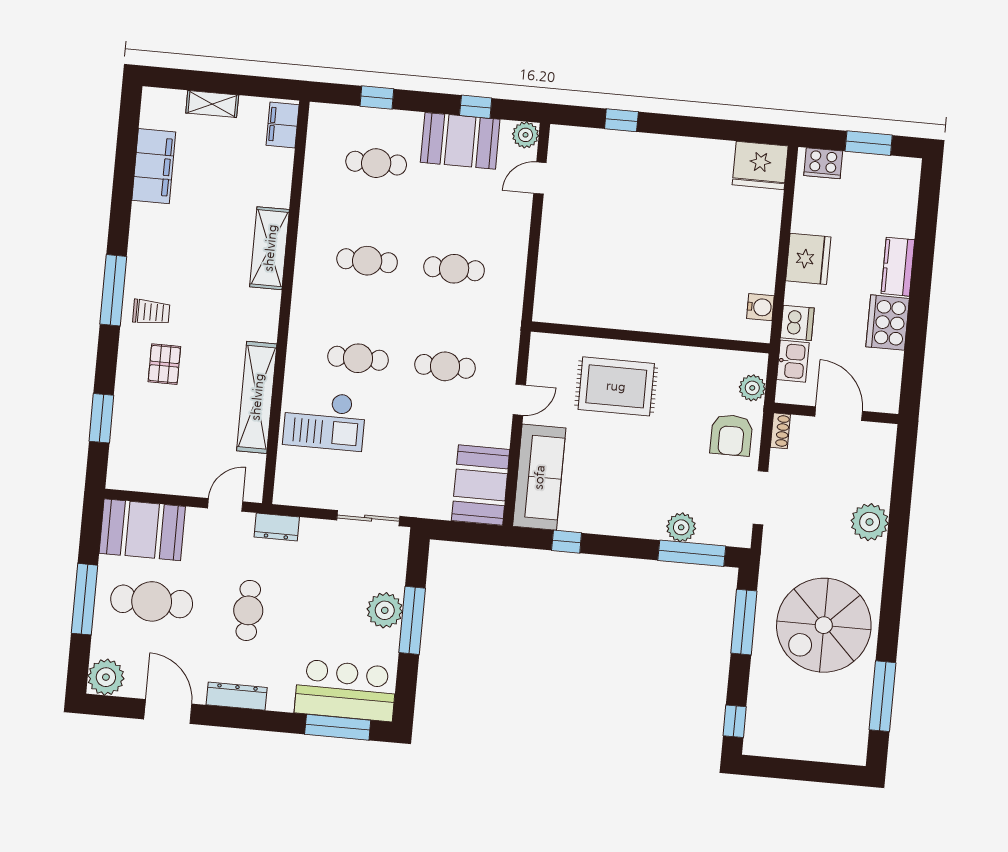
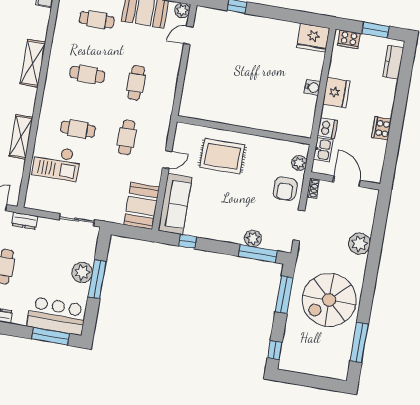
kitchen counter: (898, 267) -> (393, 62), moved
cafe table: (454, 269) -> (136, 83), turned 90
water cooler: (760, 307) -> (312, 87), moved
cooker: (888, 323) -> (381, 128), width x0.73, depth x0.76
cafe table: (445, 366) -> (127, 137), turned 90
shelving: (257, 397) -> (21, 137), width x0.68

